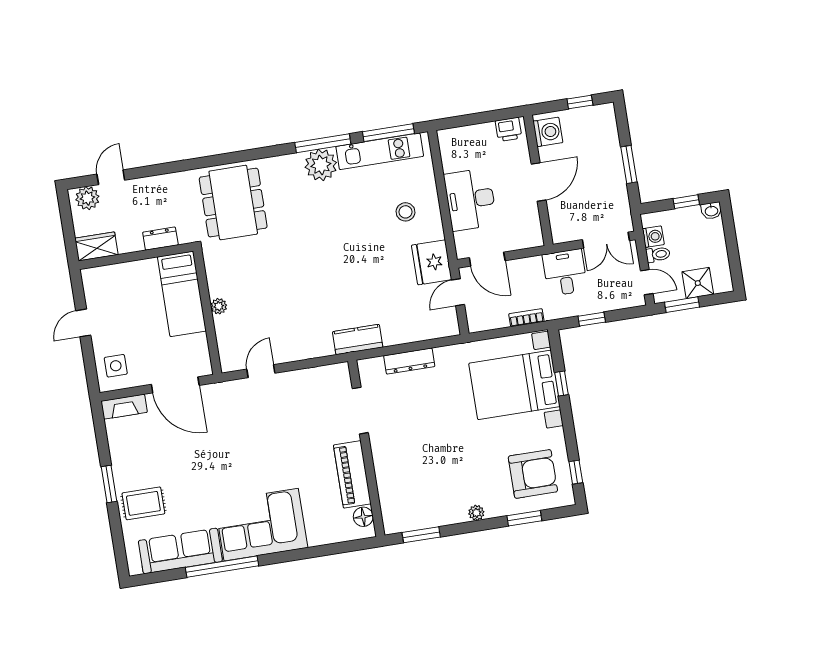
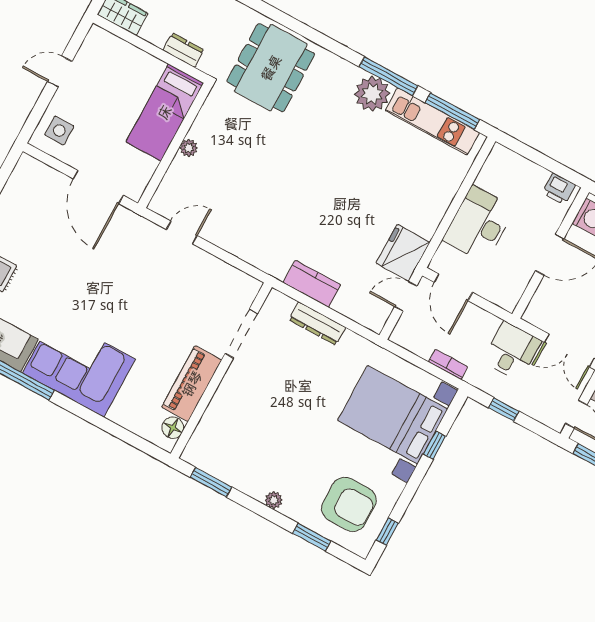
stool: (405, 212) -> (414, 191), removed
kitchen counter: (358, 340) -> (312, 284), moved
fireplace: (124, 407) -> (39, 172), removed

